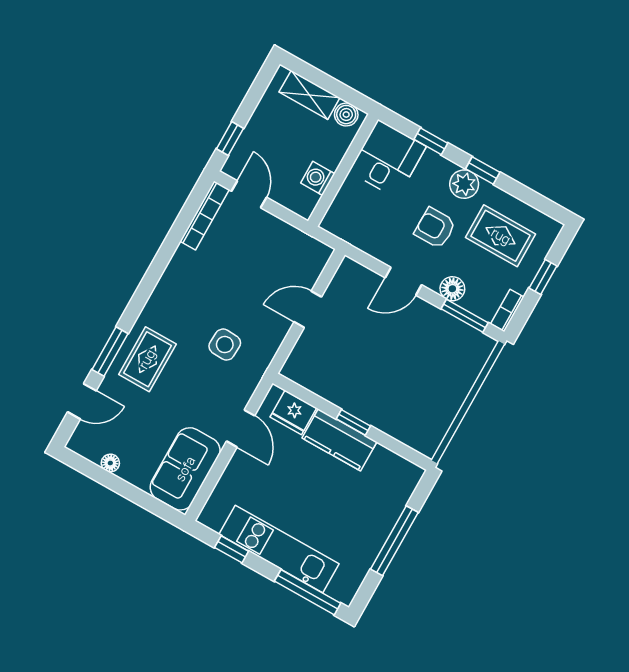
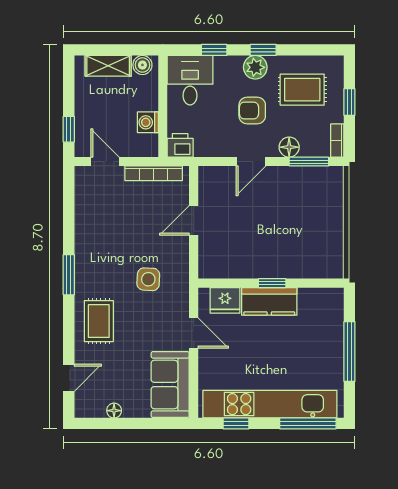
bookcase: (205, 215) -> (154, 173), moved, turned 90
printer: (338, 222) -> (180, 145), added
window: (110, 352) -> (69, 275), moved
kitchen unit: (279, 549) -> (270, 404), width x1.36

